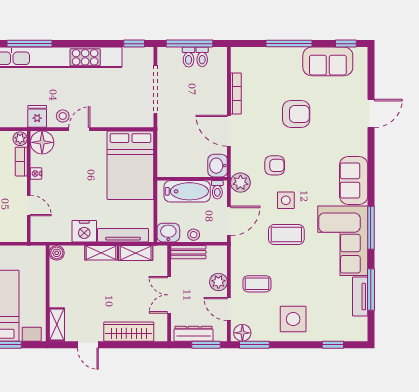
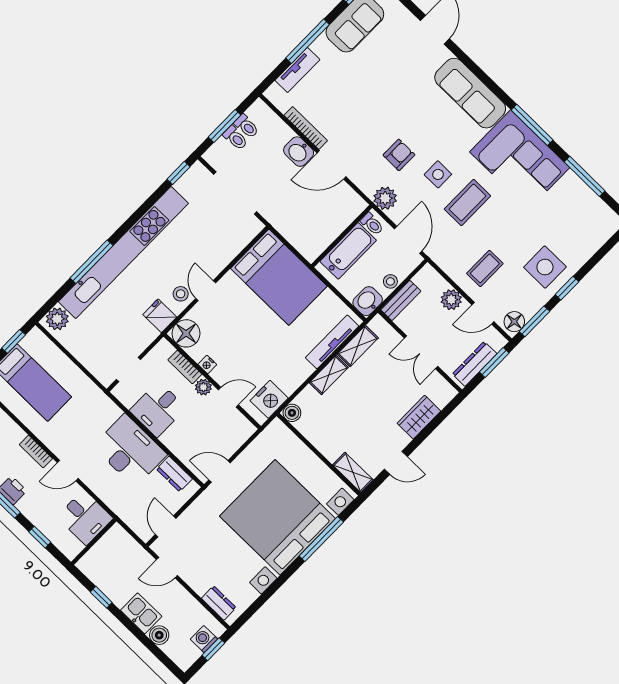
window: (189, 44) -> (225, 126), width x0.69
armchair: (296, 114) -> (373, 94), removed
plant: (20, 139) -> (203, 387), moved
washbasin: (218, 166) -> (299, 152), moved
sofa: (354, 180) -> (470, 93), width x1.36
nightstand: (84, 231) -> (269, 399), moved
tv unit: (360, 297) -> (297, 70), moved, turned -90
wardrobe: (129, 332) -> (419, 417), width x0.67
window: (333, 345) -> (567, 288), moved

